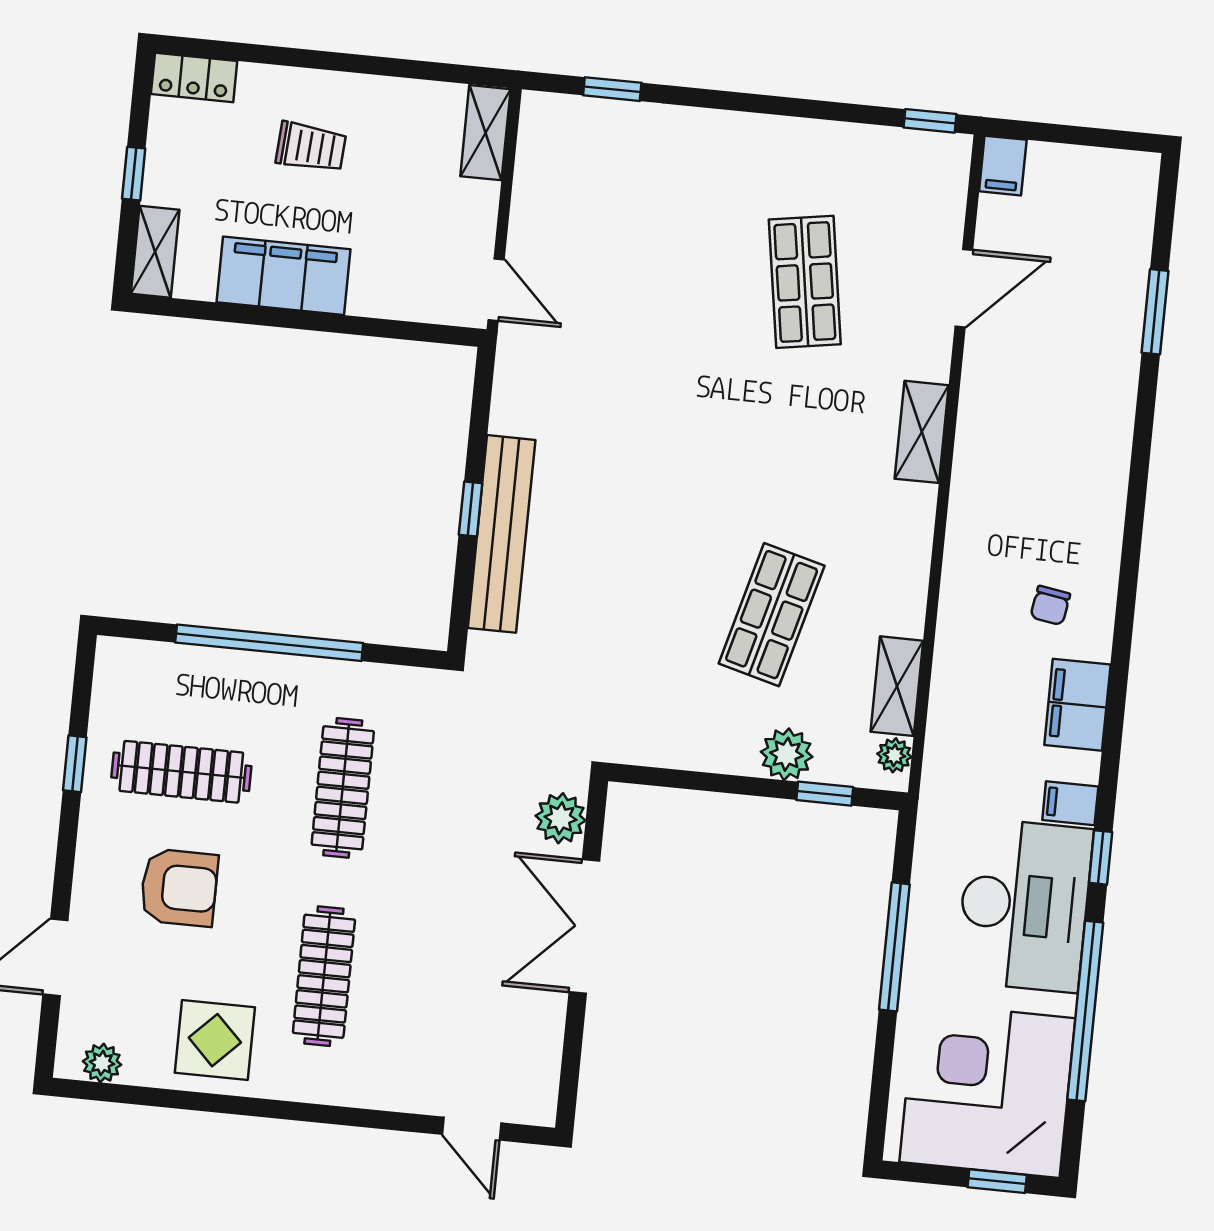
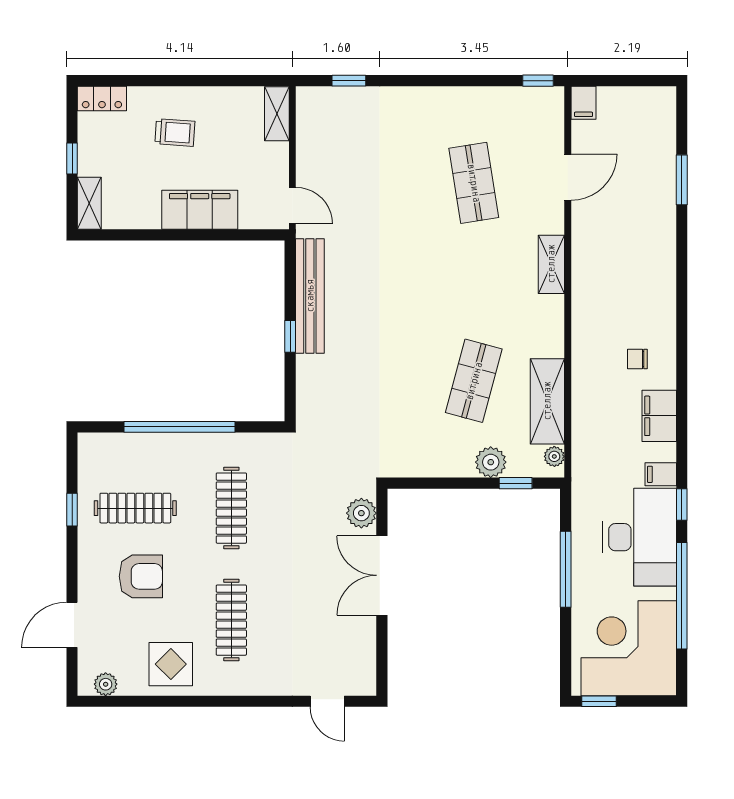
filing cabinet: (283, 276) -> (200, 210), moved
bench: (502, 534) -> (310, 296), moved
chair: (1050, 605) -> (637, 359), turned 81
shelving: (897, 686) -> (547, 401), width x1.50, depth x1.33
window: (997, 1181) -> (599, 701), moved

